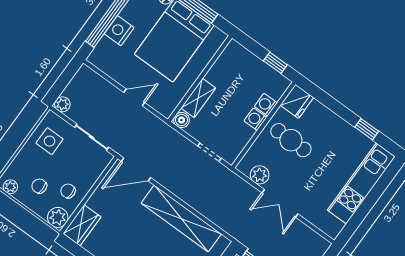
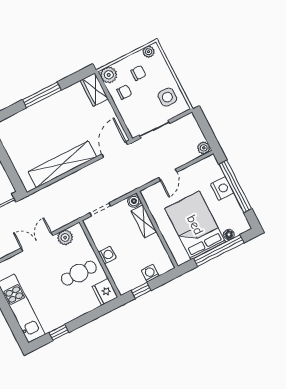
plant: (62, 104) -> (204, 148), moved
washing machine: (266, 105) -> (150, 273), moved, turned -90

